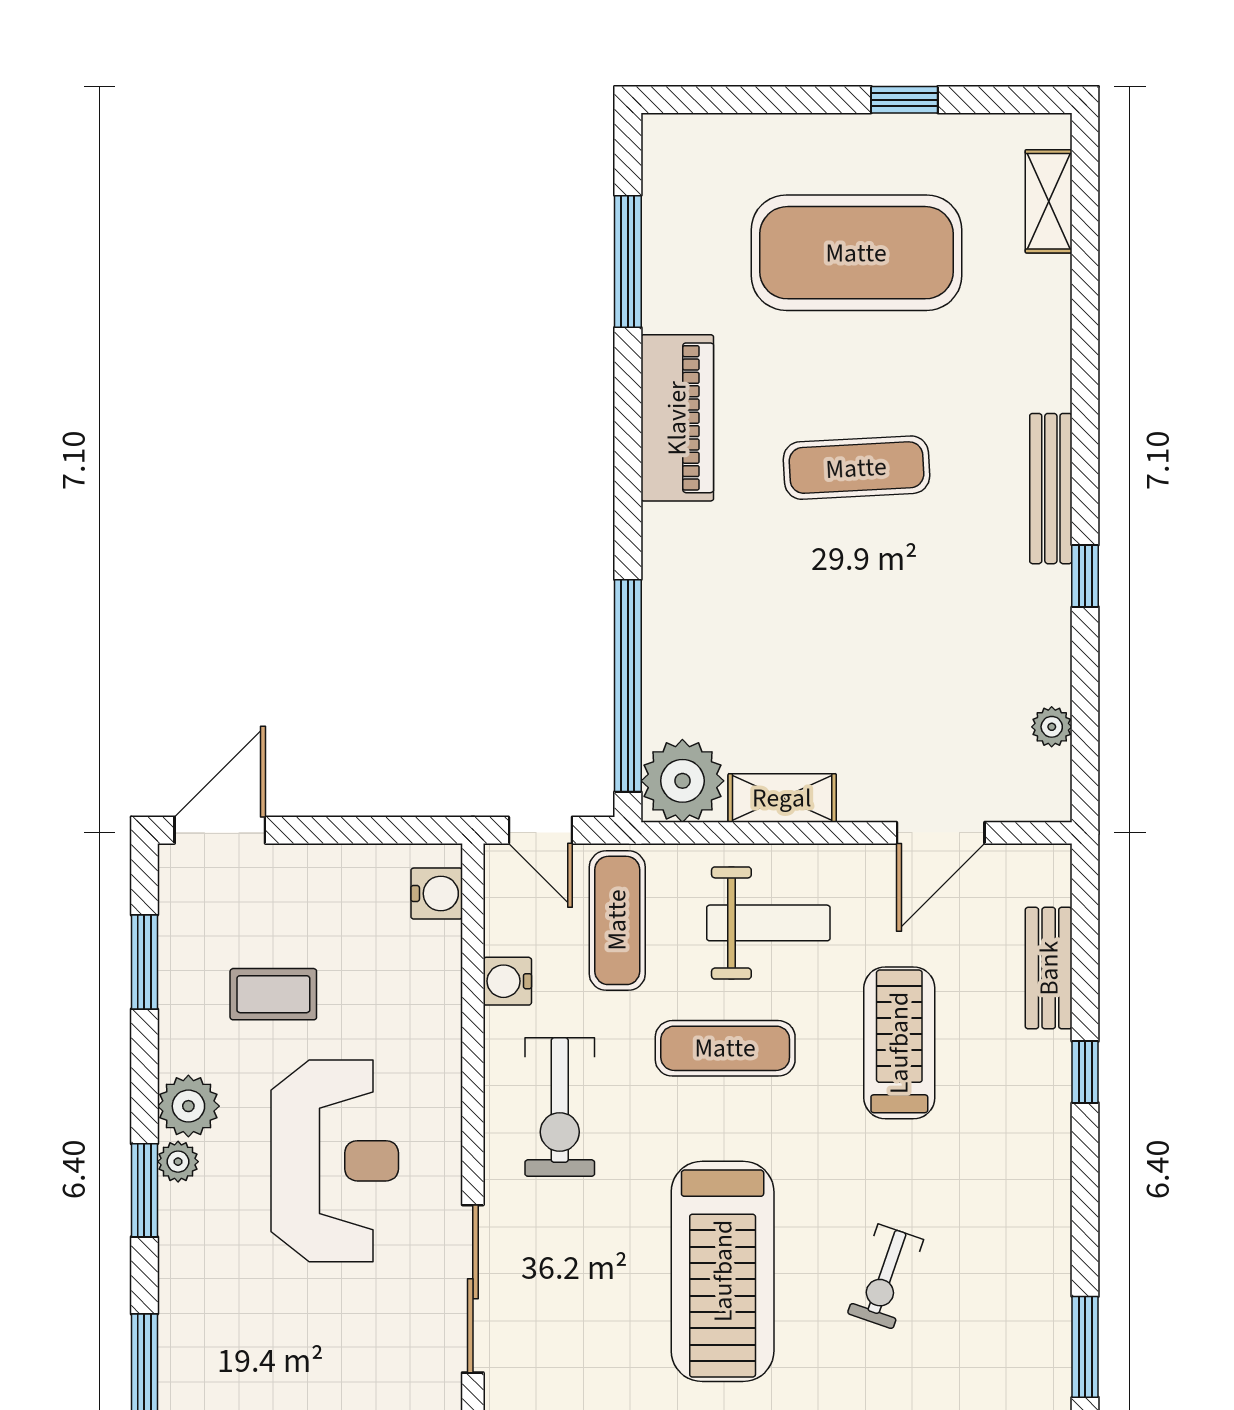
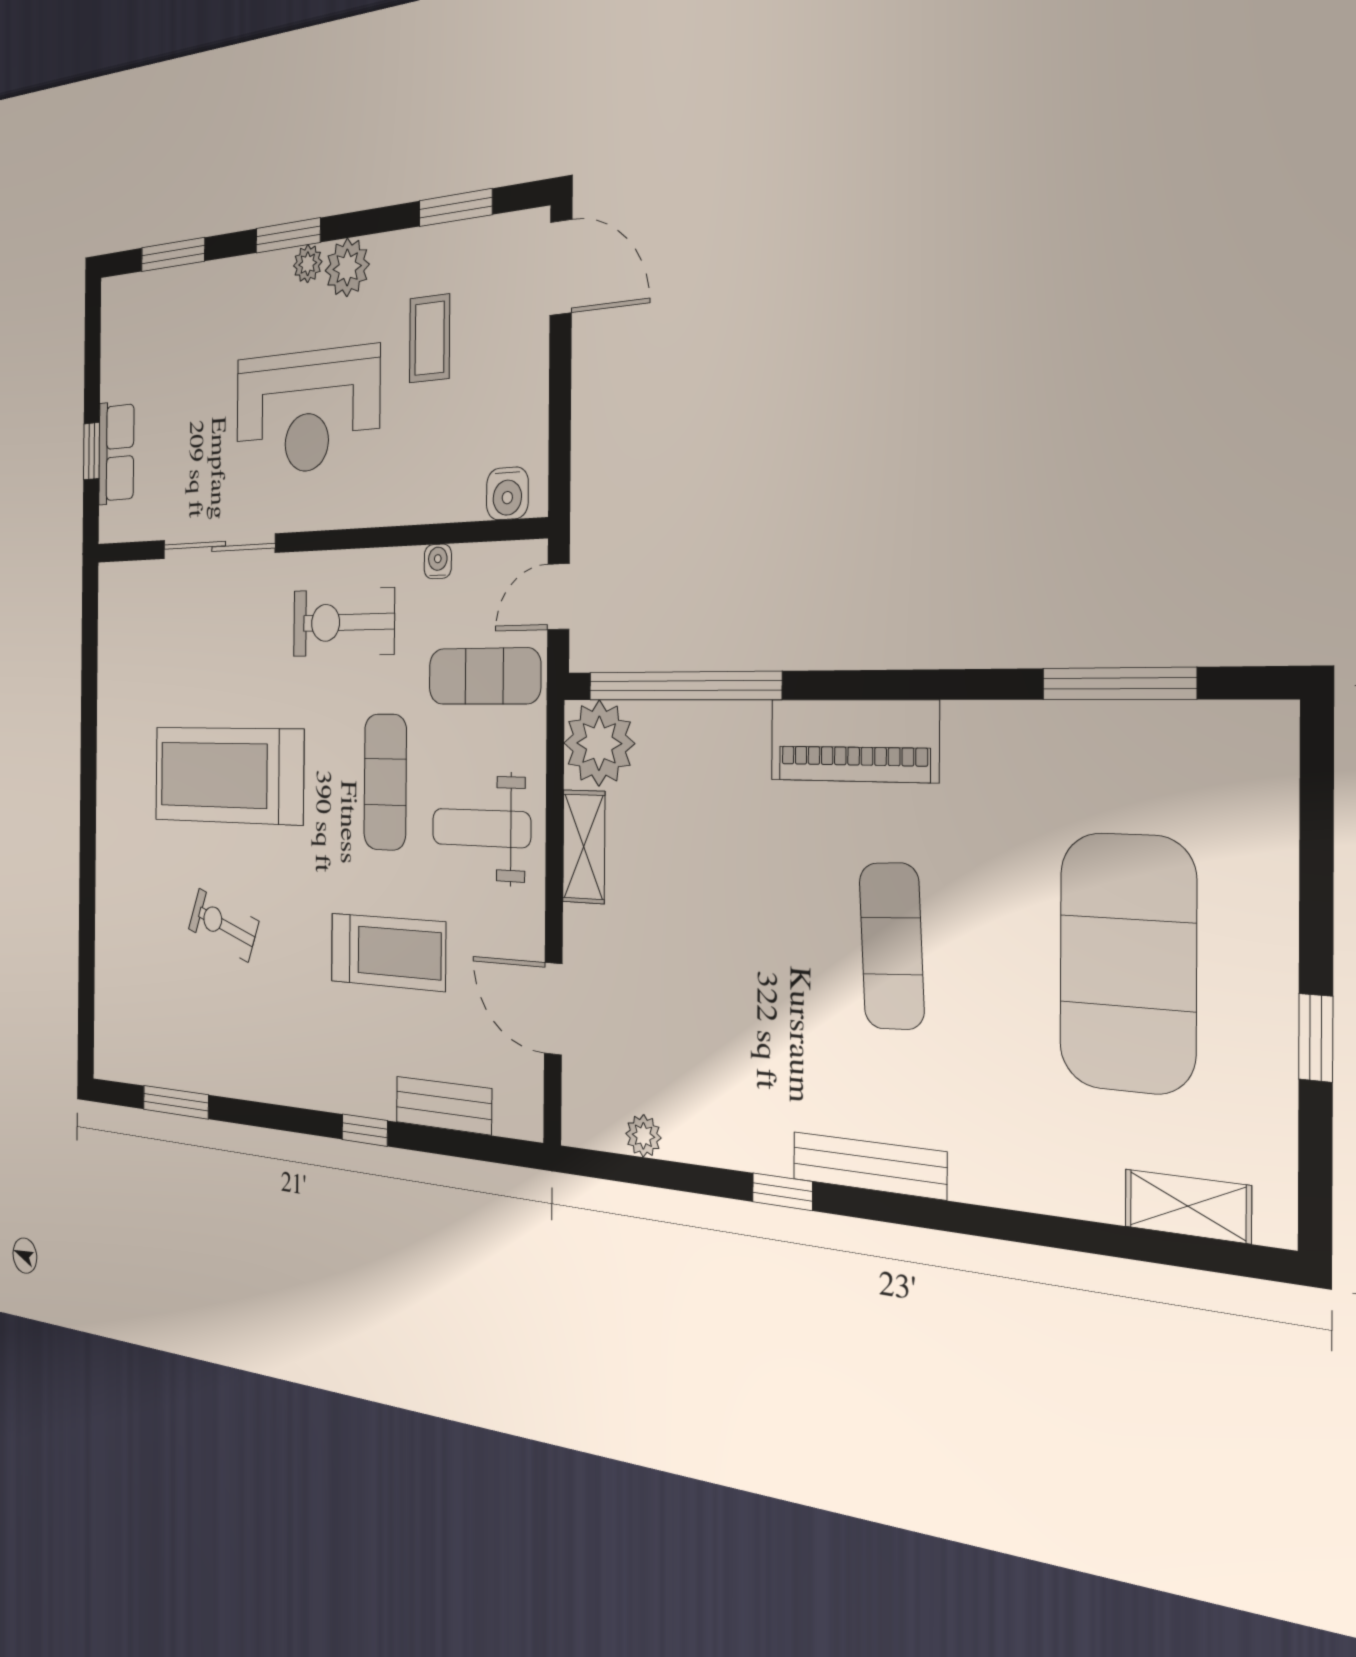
piano: (677, 418) -> (854, 741), moved
weight bench: (768, 923) -> (481, 828), turned 90
water cooler: (507, 981) -> (438, 561), width x0.72, depth x0.72

